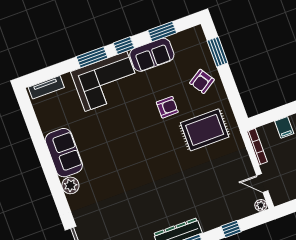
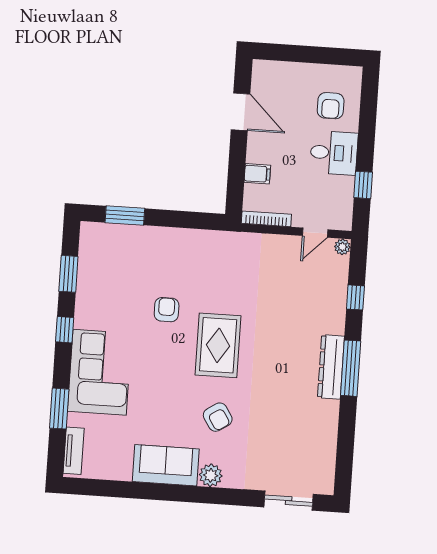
sofa: (152, 55) -> (92, 300), removed
window: (92, 57) -> (59, 409), moved
armchair: (202, 81) -> (218, 417), moved
rug: (205, 130) -> (218, 345), moved

